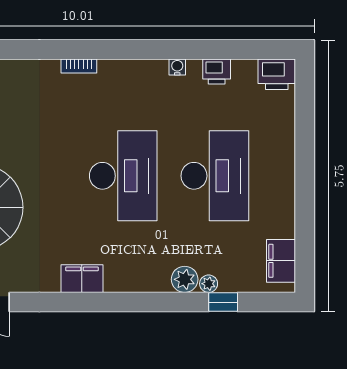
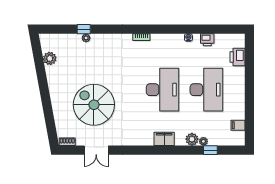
printer: (277, 74) -> (238, 57), moved, turned 90
filing cabinet: (281, 261) -> (238, 125), width x0.50
filing cabinet: (82, 279) -> (164, 139), moved

